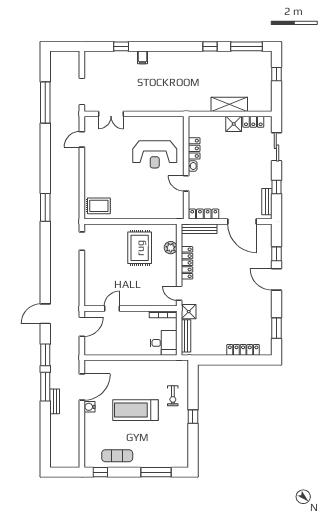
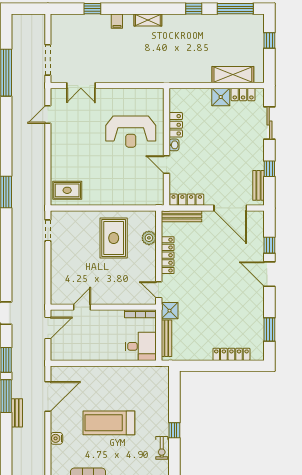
shelving: (170, 56) -> (148, 20), added
shelving: (229, 104) -> (233, 75), moved
exercise bike: (173, 396) -> (162, 448), moved
water cooler: (90, 407) -> (57, 438), moved

